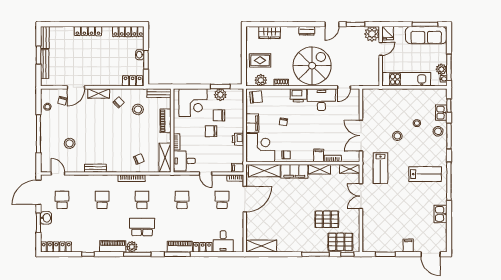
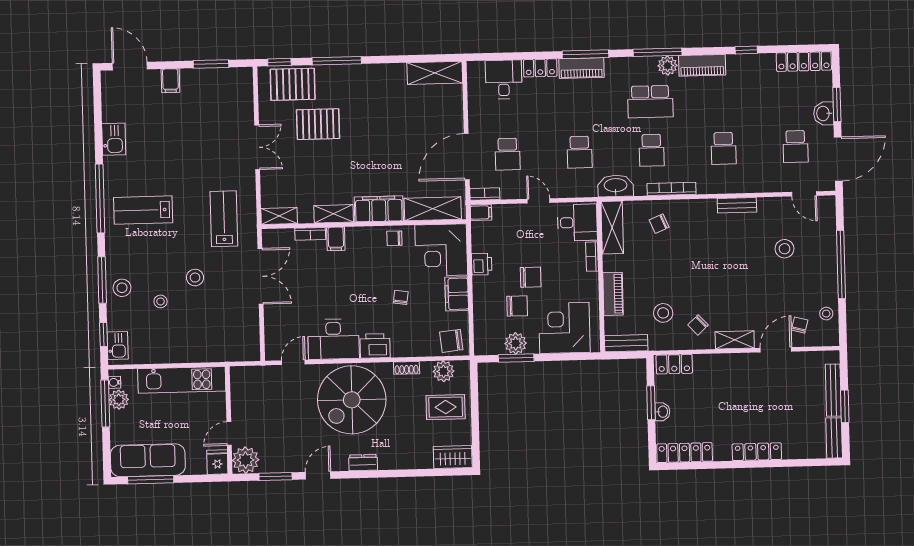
wardrobe: (270, 33) -> (453, 457), moved
kitchen sink: (441, 113) -> (118, 345), moved
washbasin: (162, 181) -> (616, 186), added
double door: (361, 196) -> (257, 147), moved

